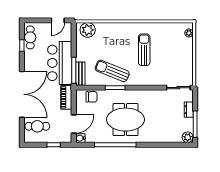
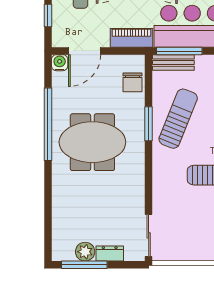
meeting table: (126, 120) -> (92, 142), turned 90
door: (74, 124) -> (85, 51), hinge flipped
plant: (188, 137) -> (85, 252), moved

